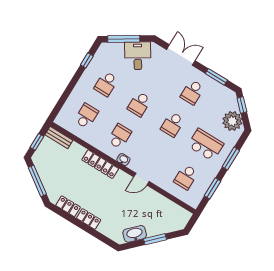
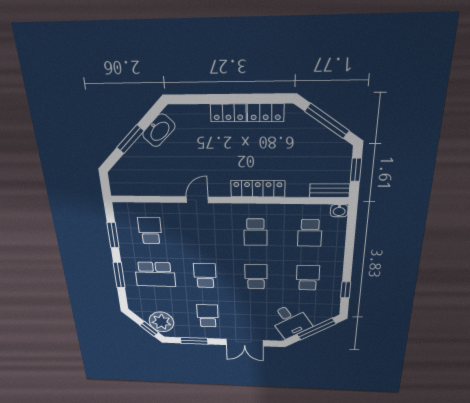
plant: (232, 121) -> (161, 322), moved
washbasin: (123, 160) -> (339, 211), moved

